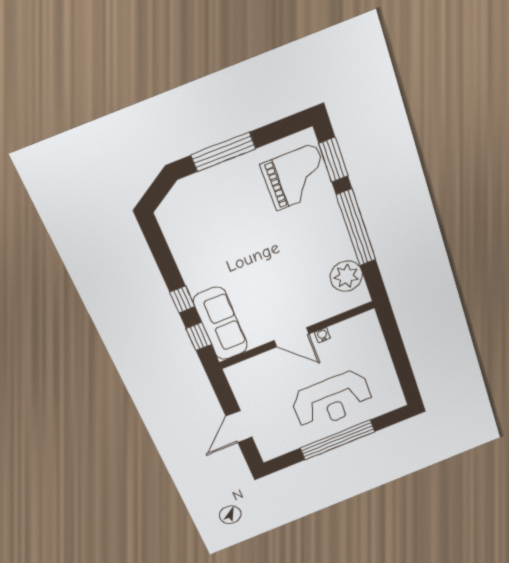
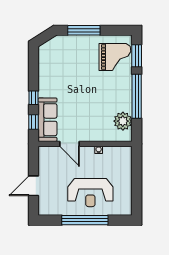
door: (292, 337) -> (70, 144), moved

